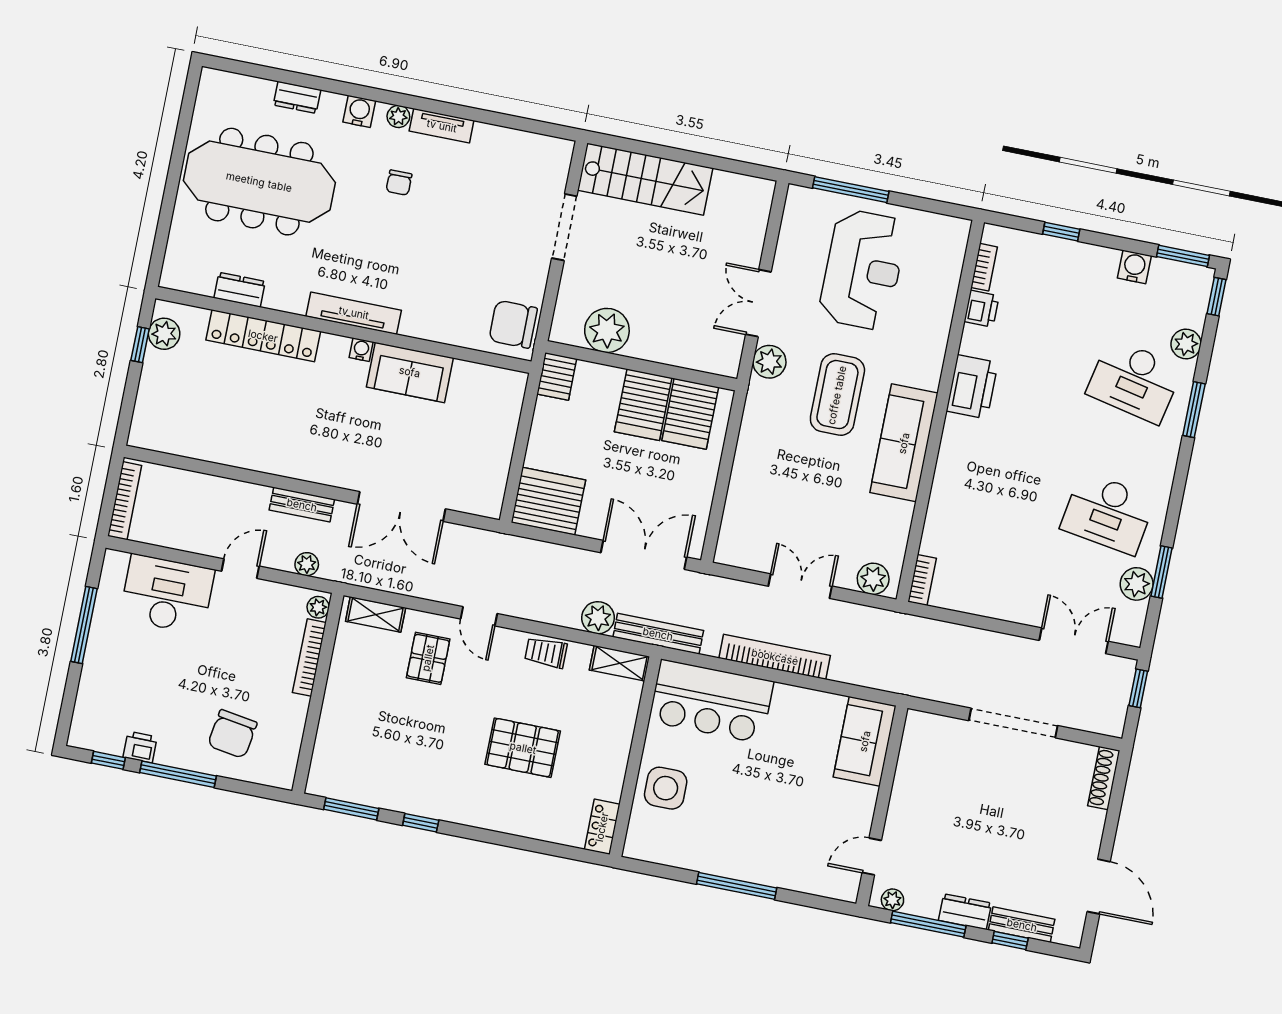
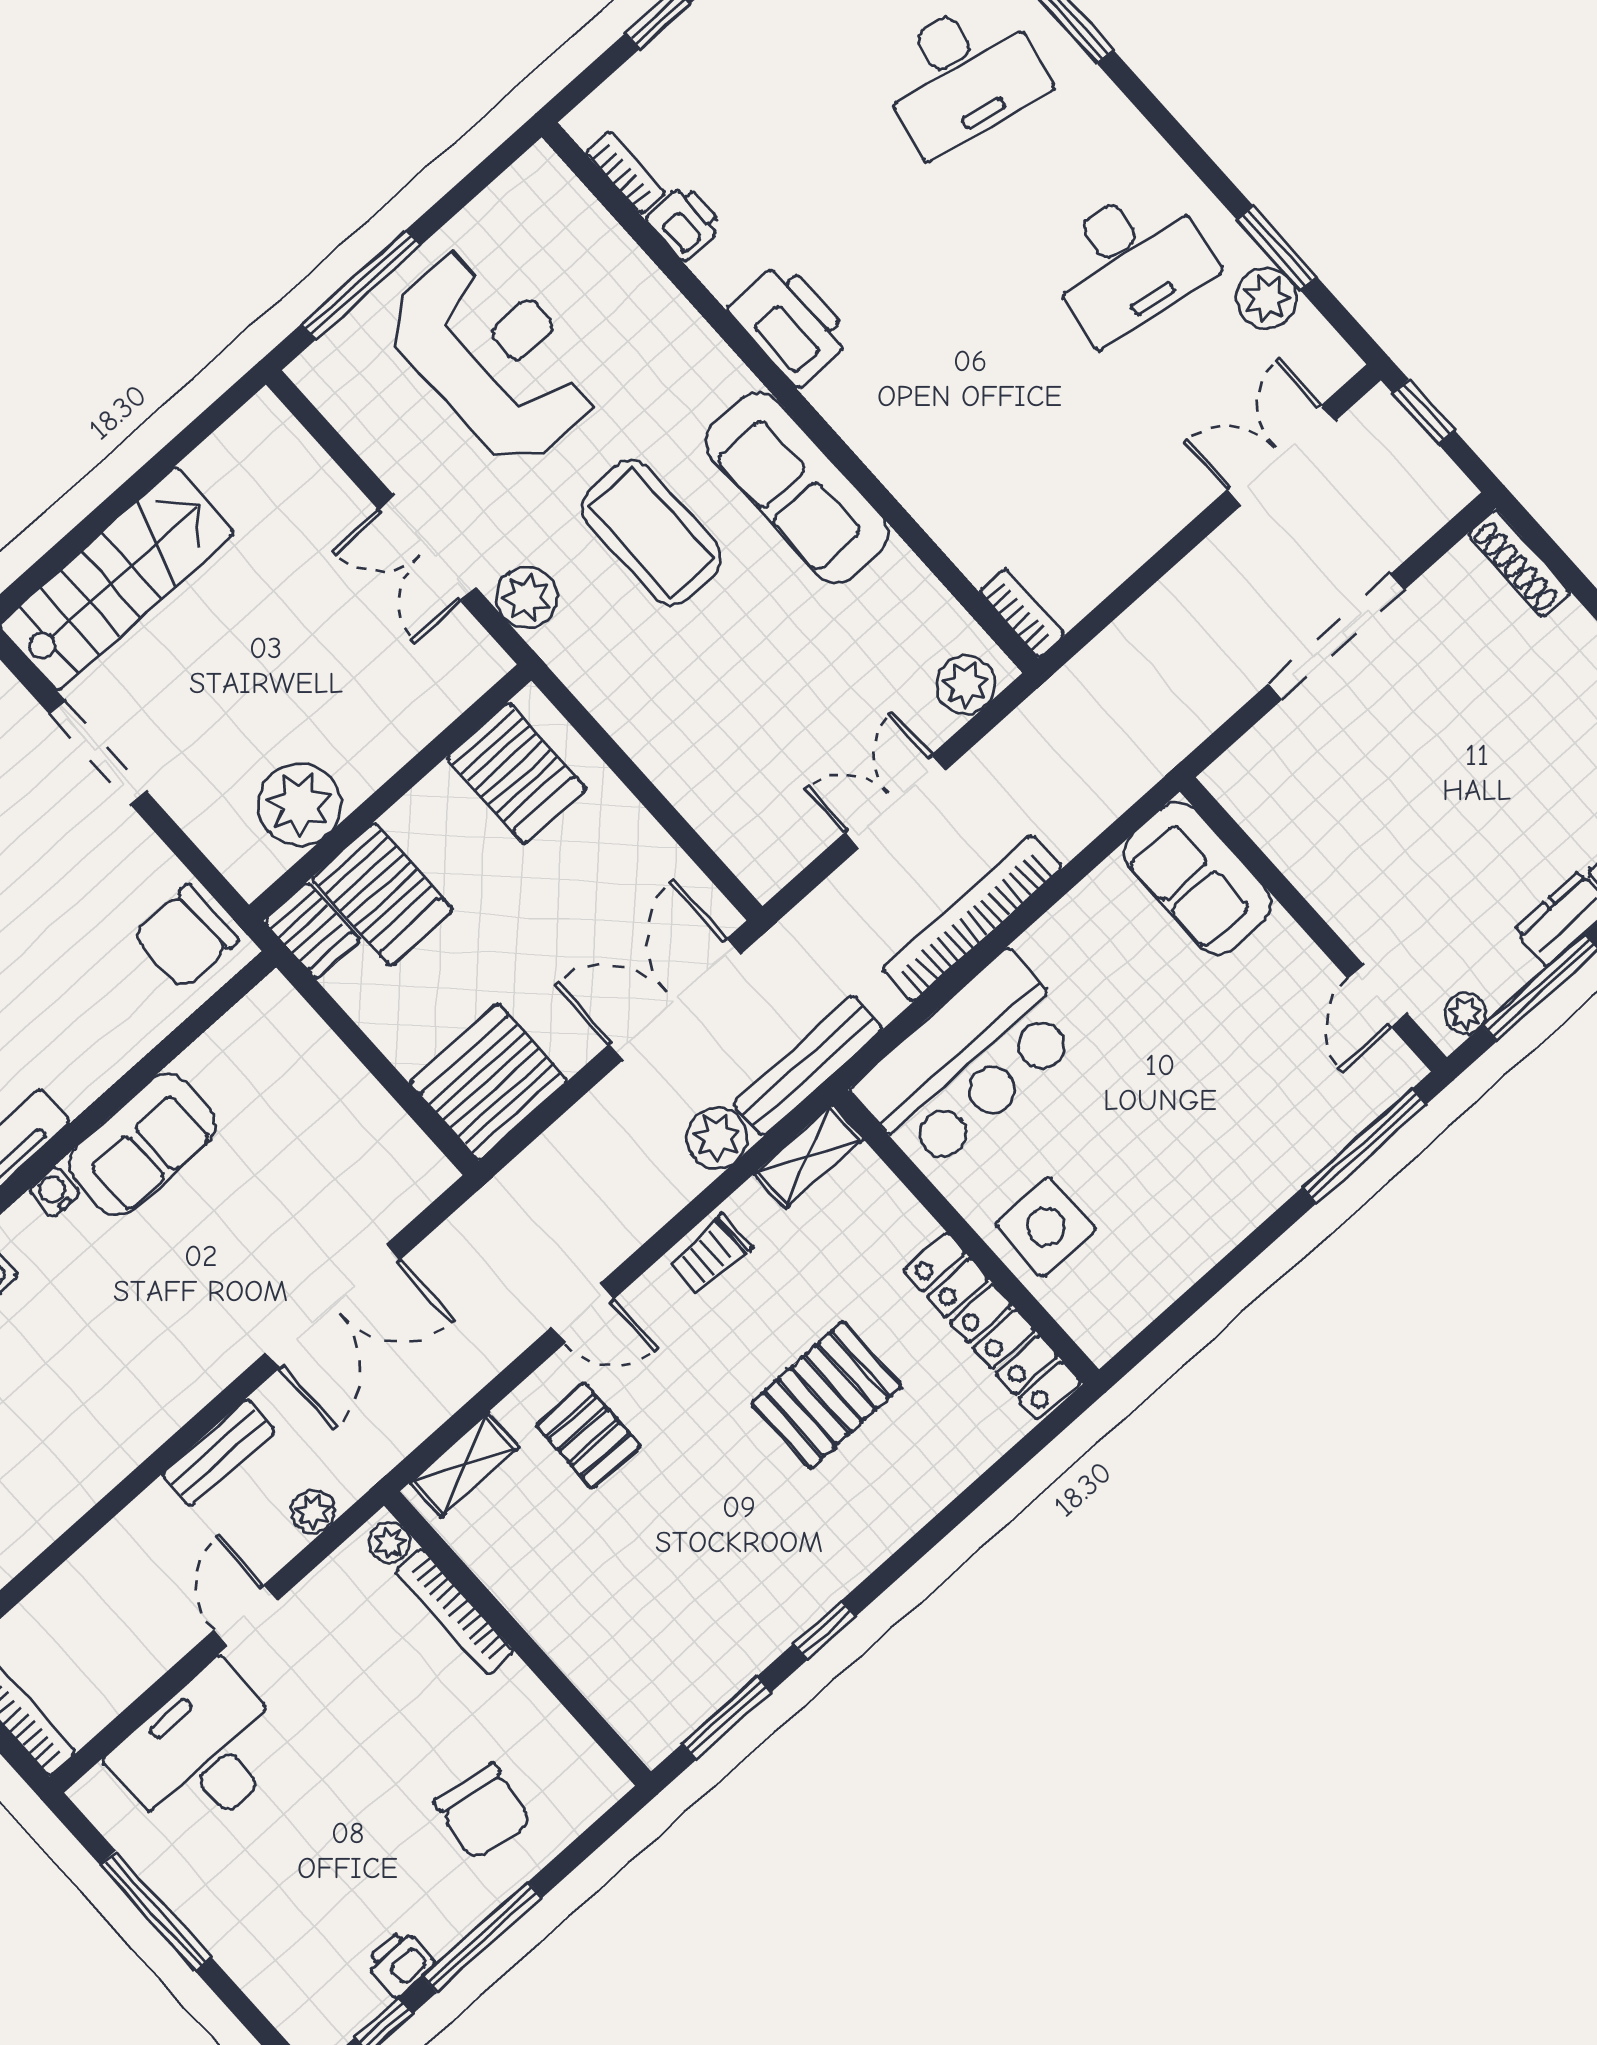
server rack: (643, 405) -> (382, 894), moved
locker: (602, 827) -> (992, 1326), width x2.16, depth x1.21
window: (737, 886) -> (1364, 1146), moved

